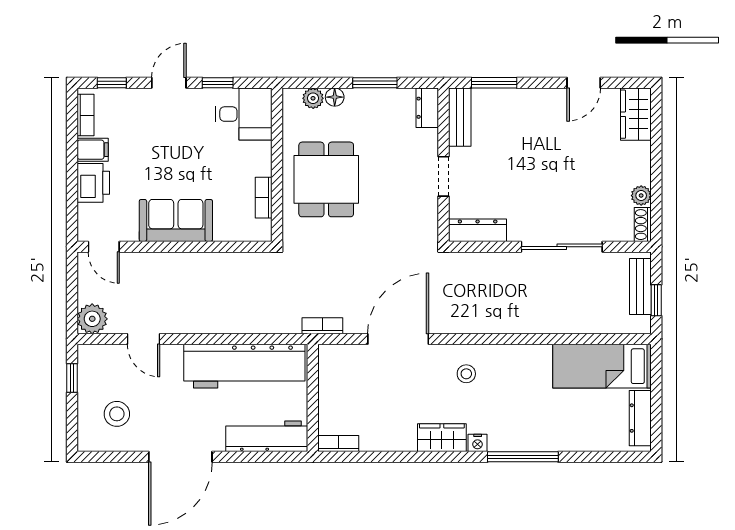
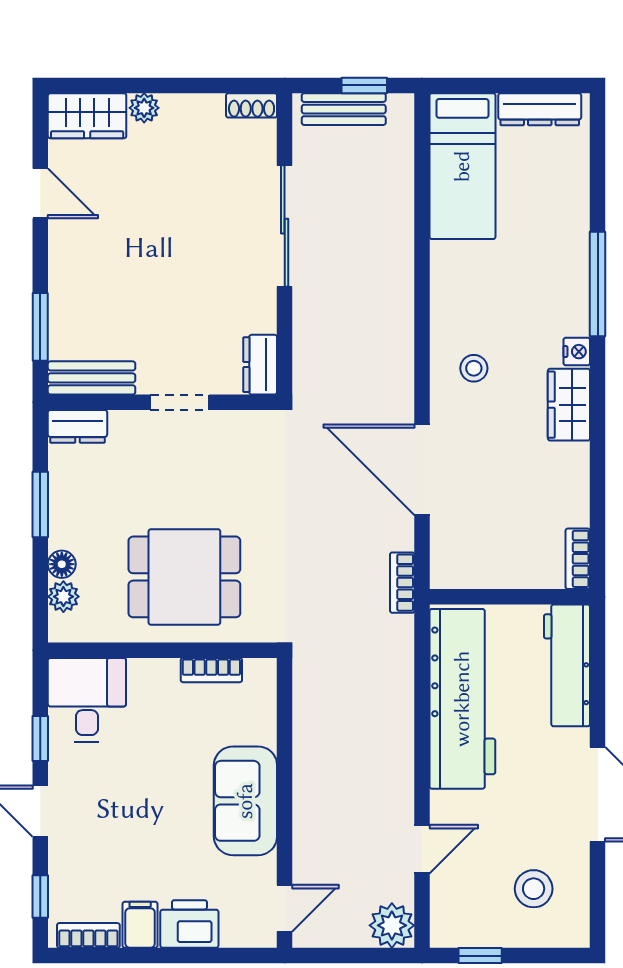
plant: (641, 196) -> (144, 108), moved
dresser: (478, 230) -> (260, 365), width x0.70

